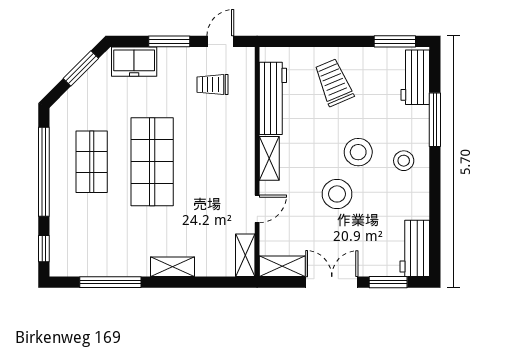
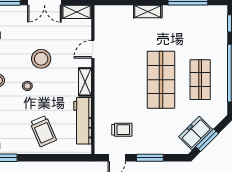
freezer: (134, 62) -> (196, 133), moved, turned -45
stool: (358, 152) -> (27, 86), width x0.53, depth x0.53
shelving: (245, 255) -> (101, 19), removed

